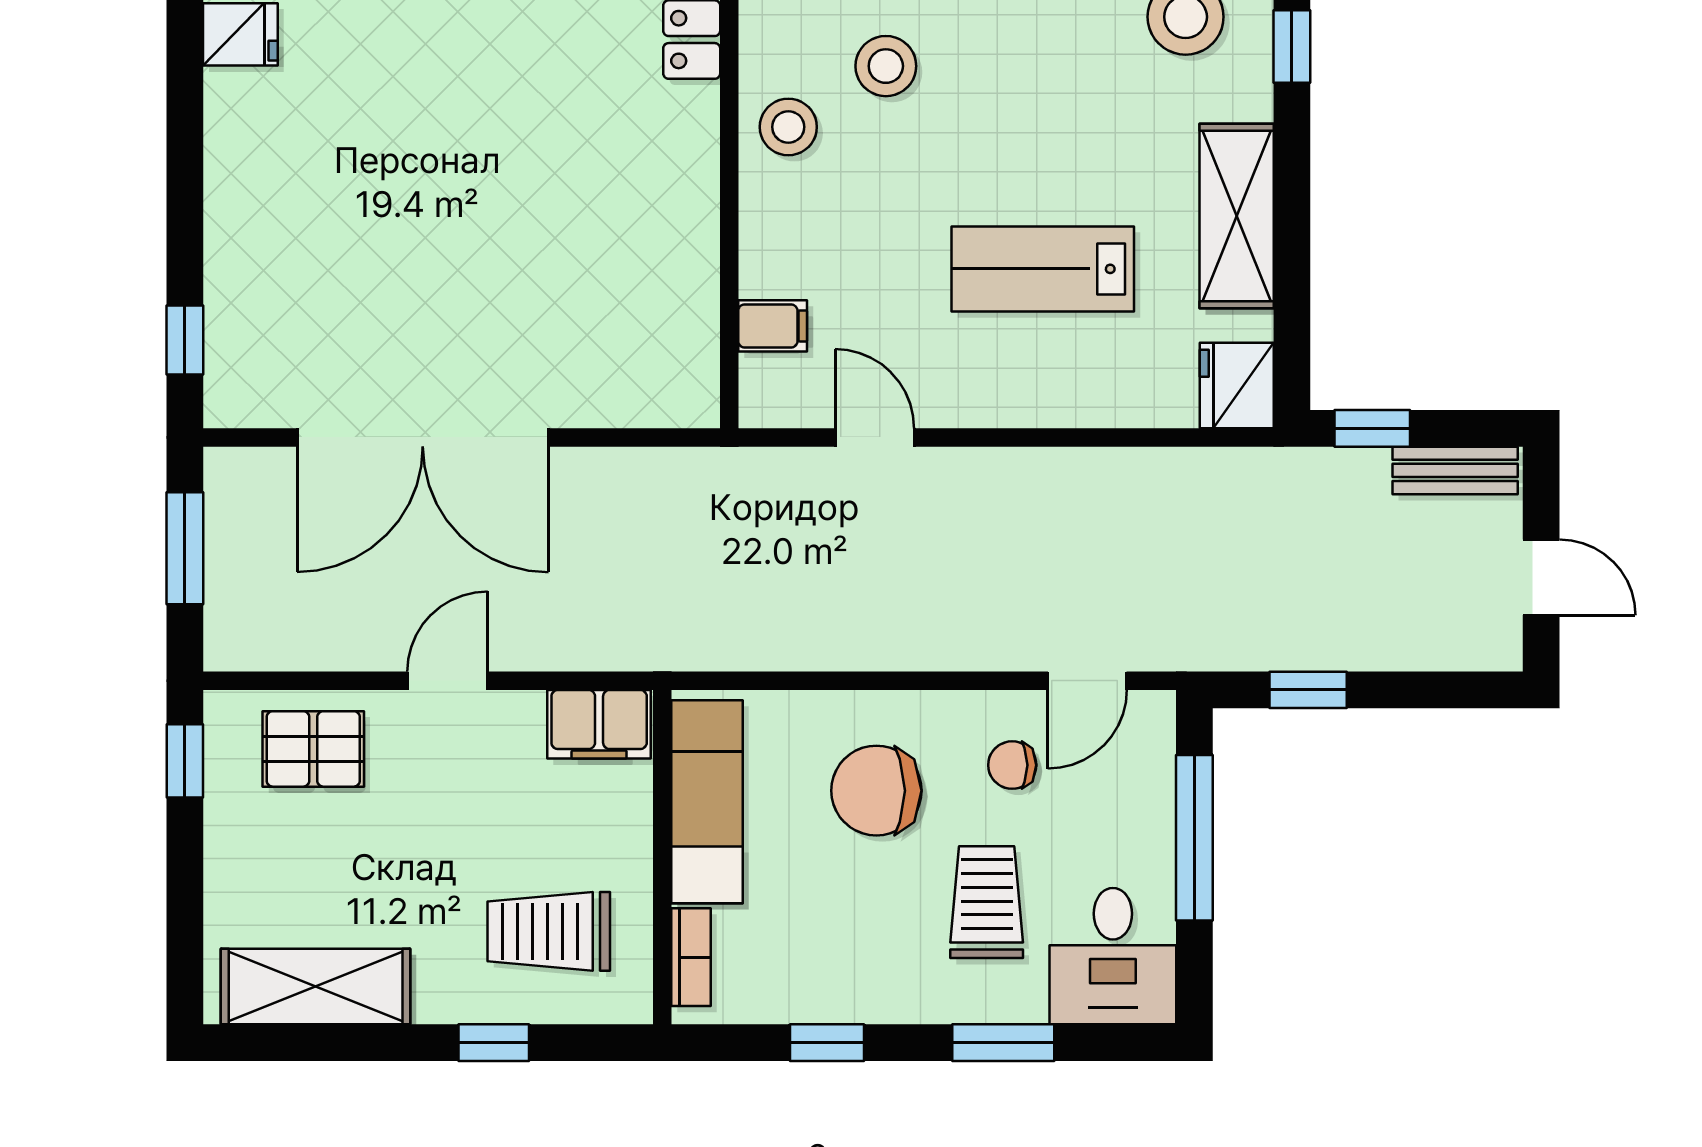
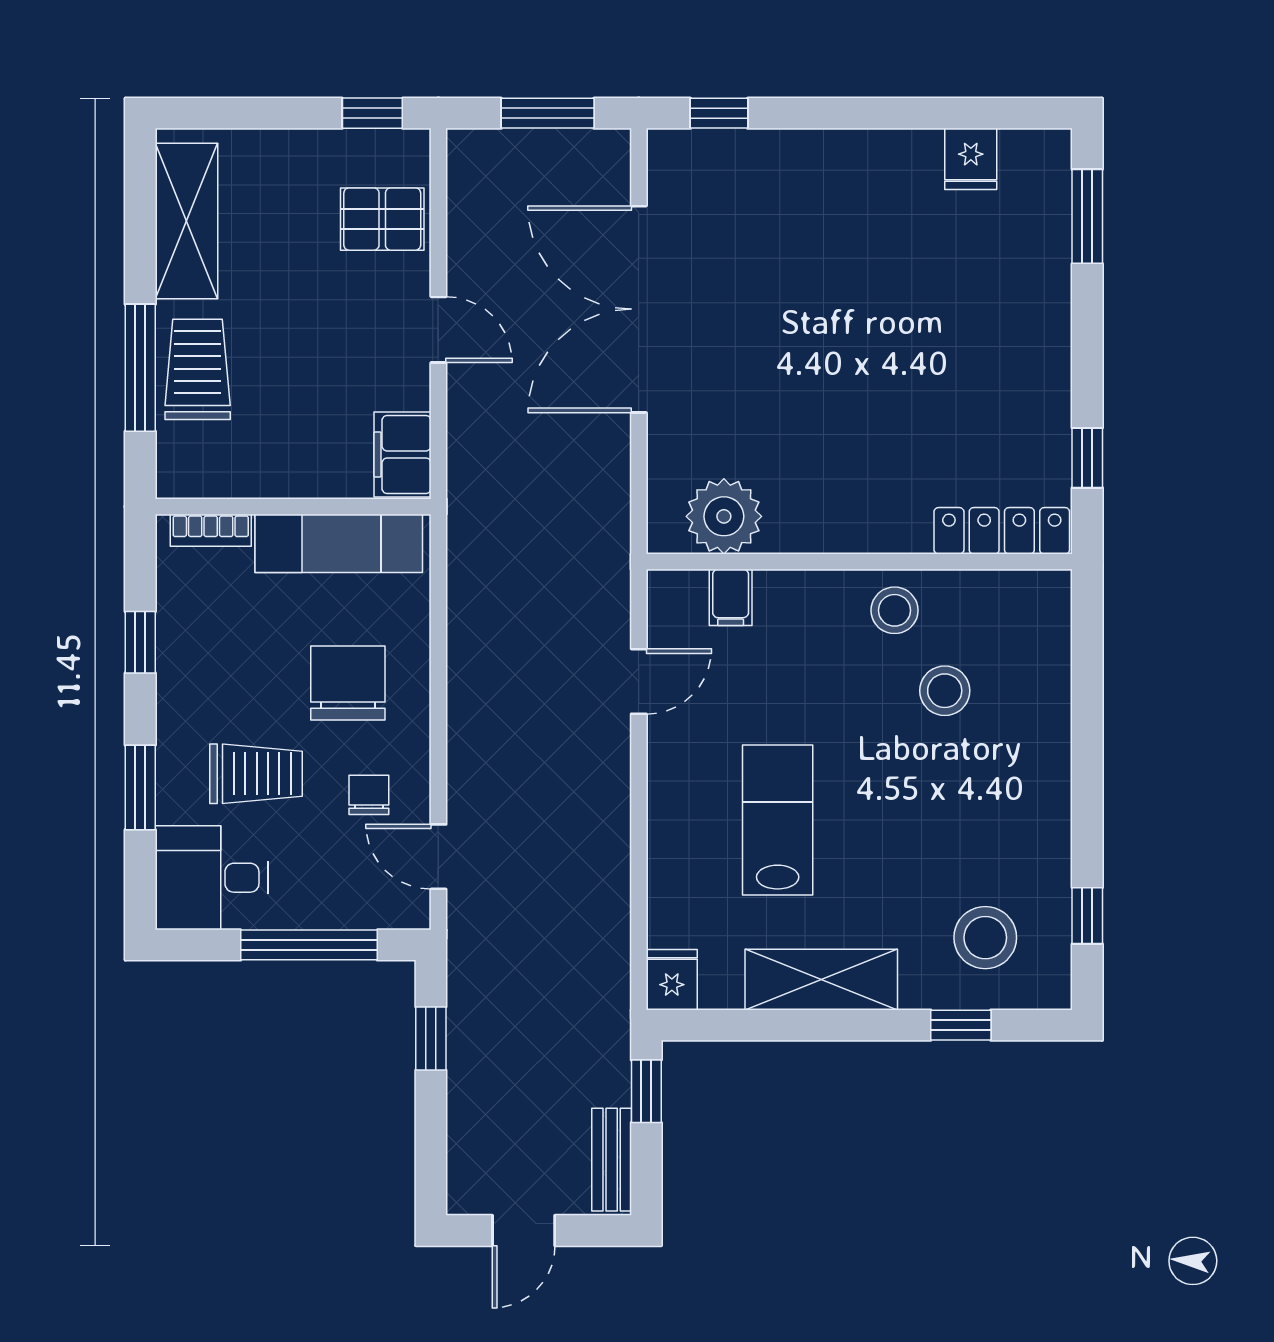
plant: (674, 334) -> (724, 516), added
fridge: (1237, 386) -> (672, 980), width x0.72
pallet: (313, 749) -> (382, 219), turned 90
trolley: (549, 931) -> (198, 369), moved
window: (494, 1043) -> (140, 368), width x2.17

